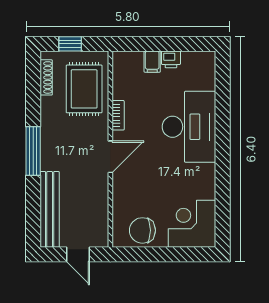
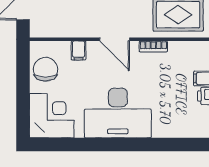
desk: (189, 127) -> (118, 113), moved
filing cabinet: (122, 195) -> (79, 50), added

